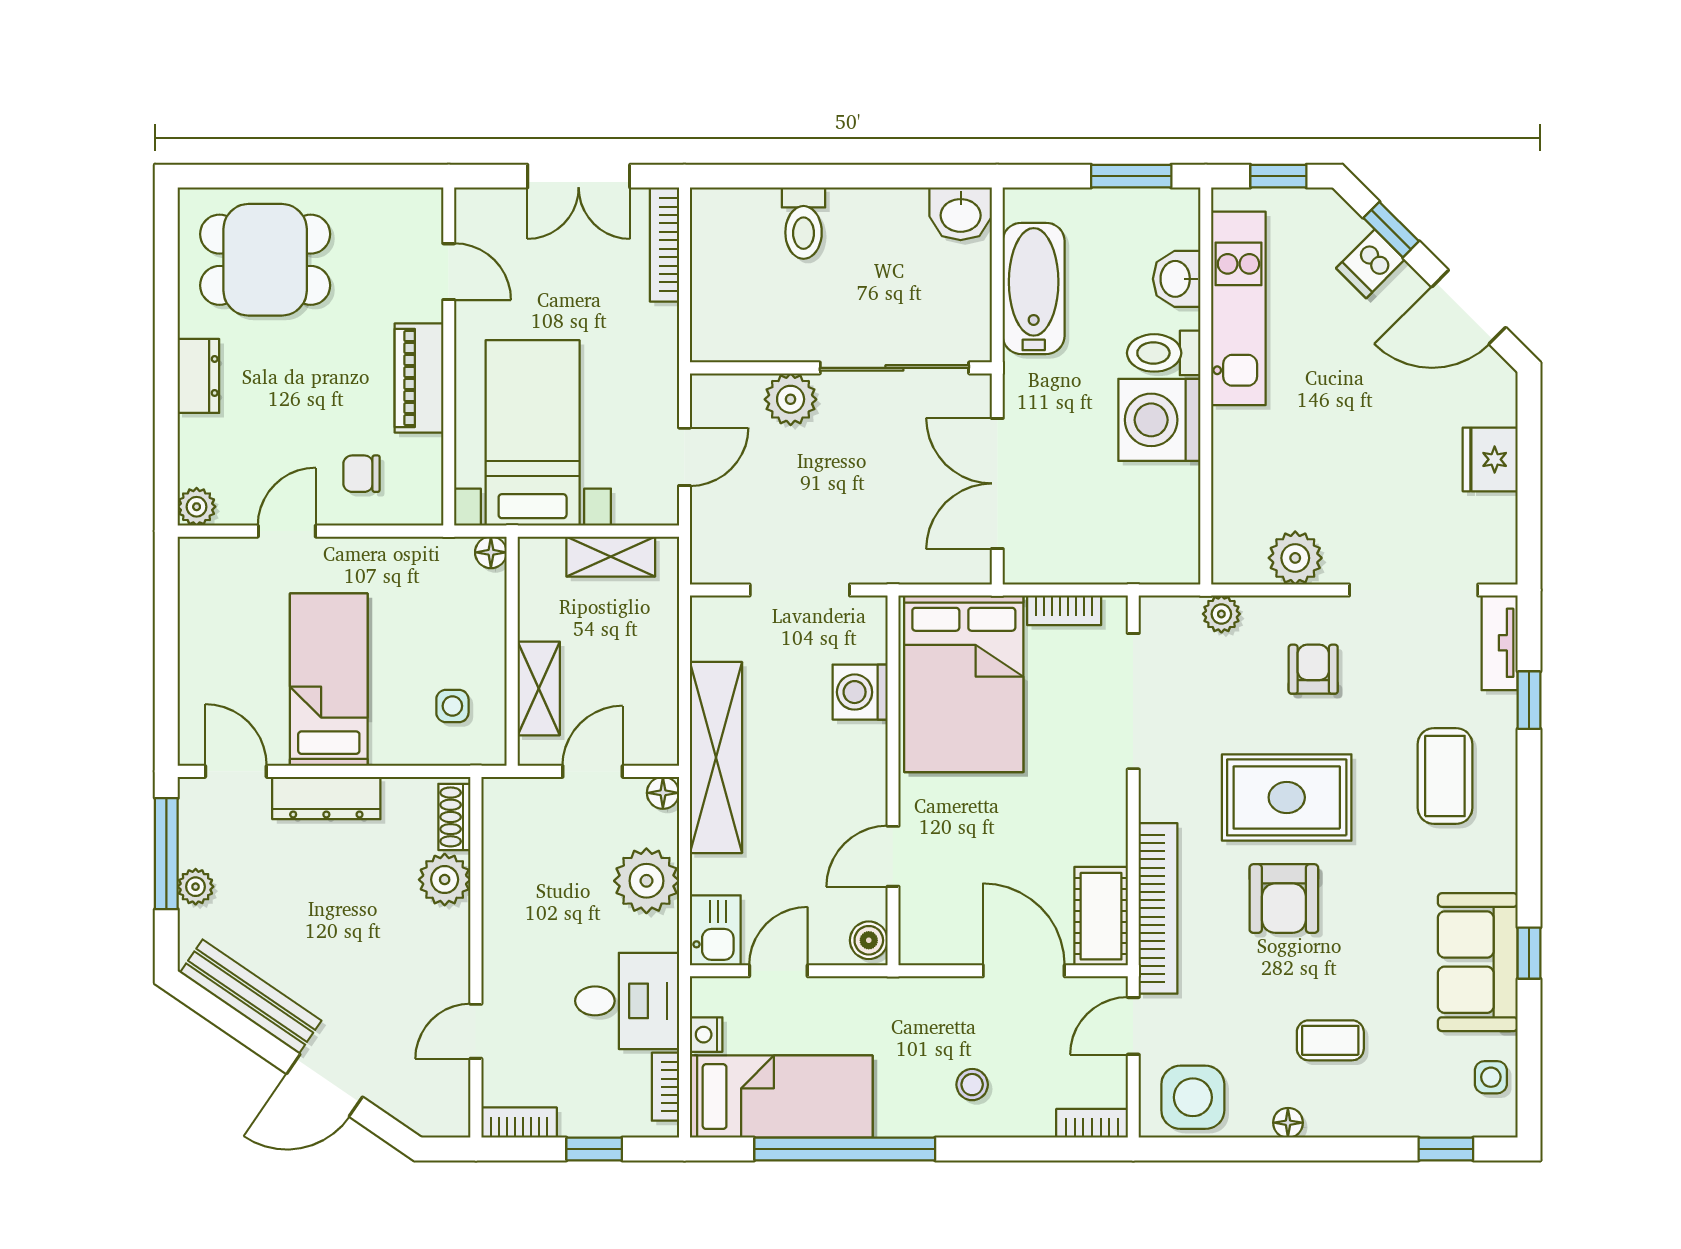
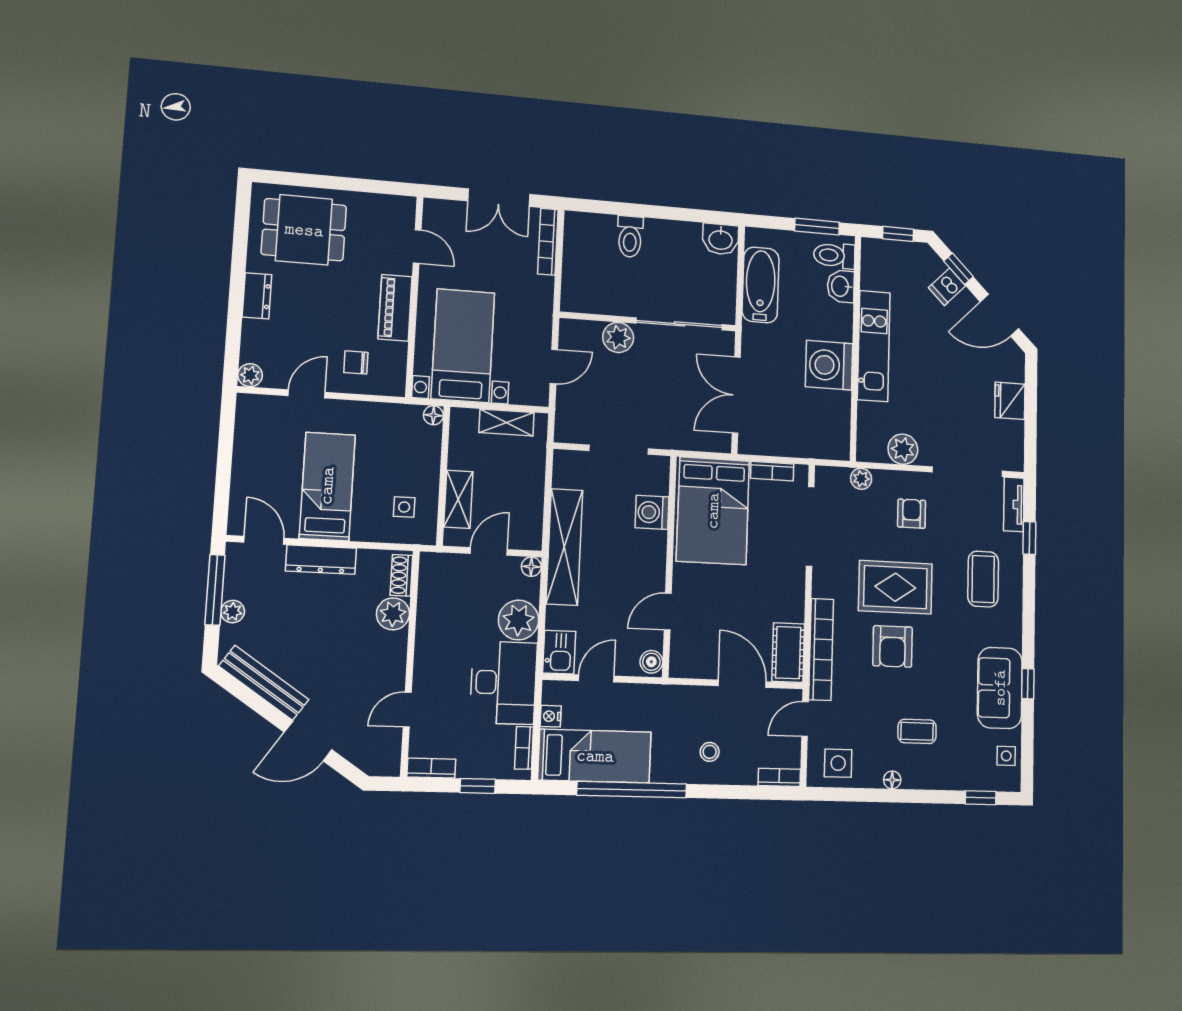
kitchen unit: (1238, 308) -> (874, 346), moved
toilet: (1164, 353) -> (834, 255), moved
desk: (627, 1001) -> (503, 683), width x1.37
side table: (1193, 1097) -> (838, 763), width x0.73, depth x0.73

